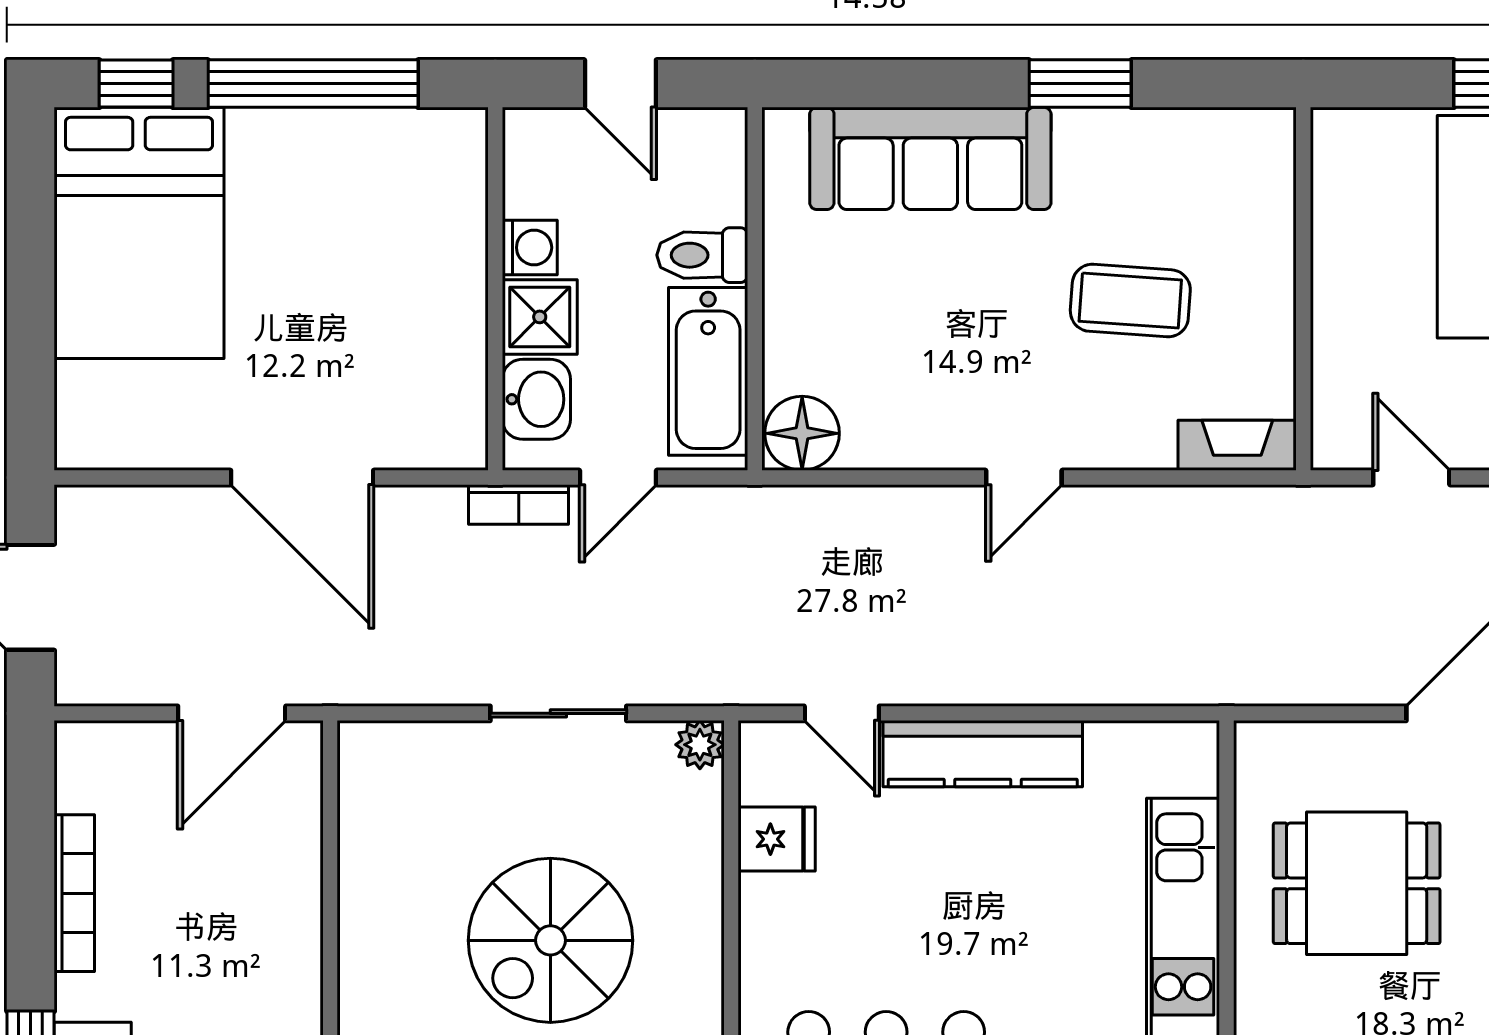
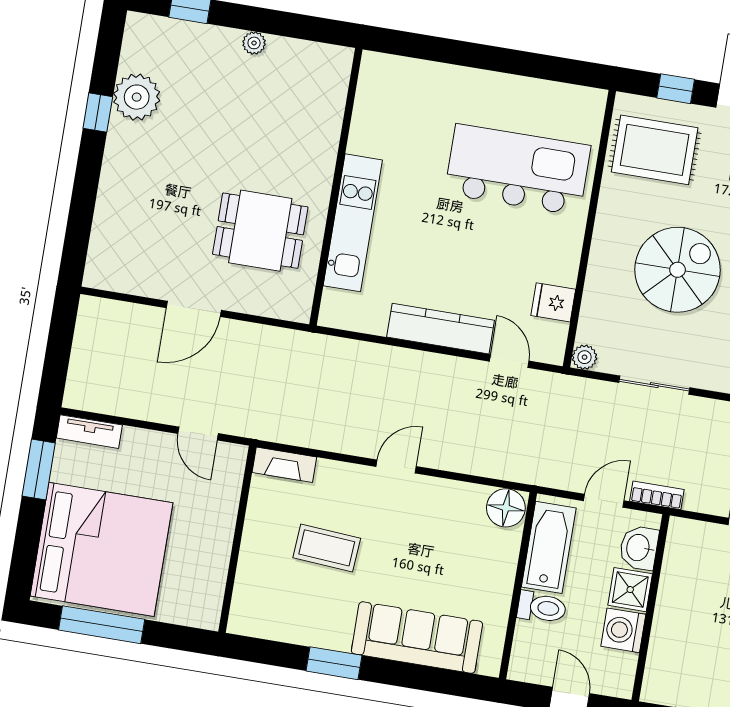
washing machine: (530, 248) -> (623, 630), width x1.38, depth x1.38

